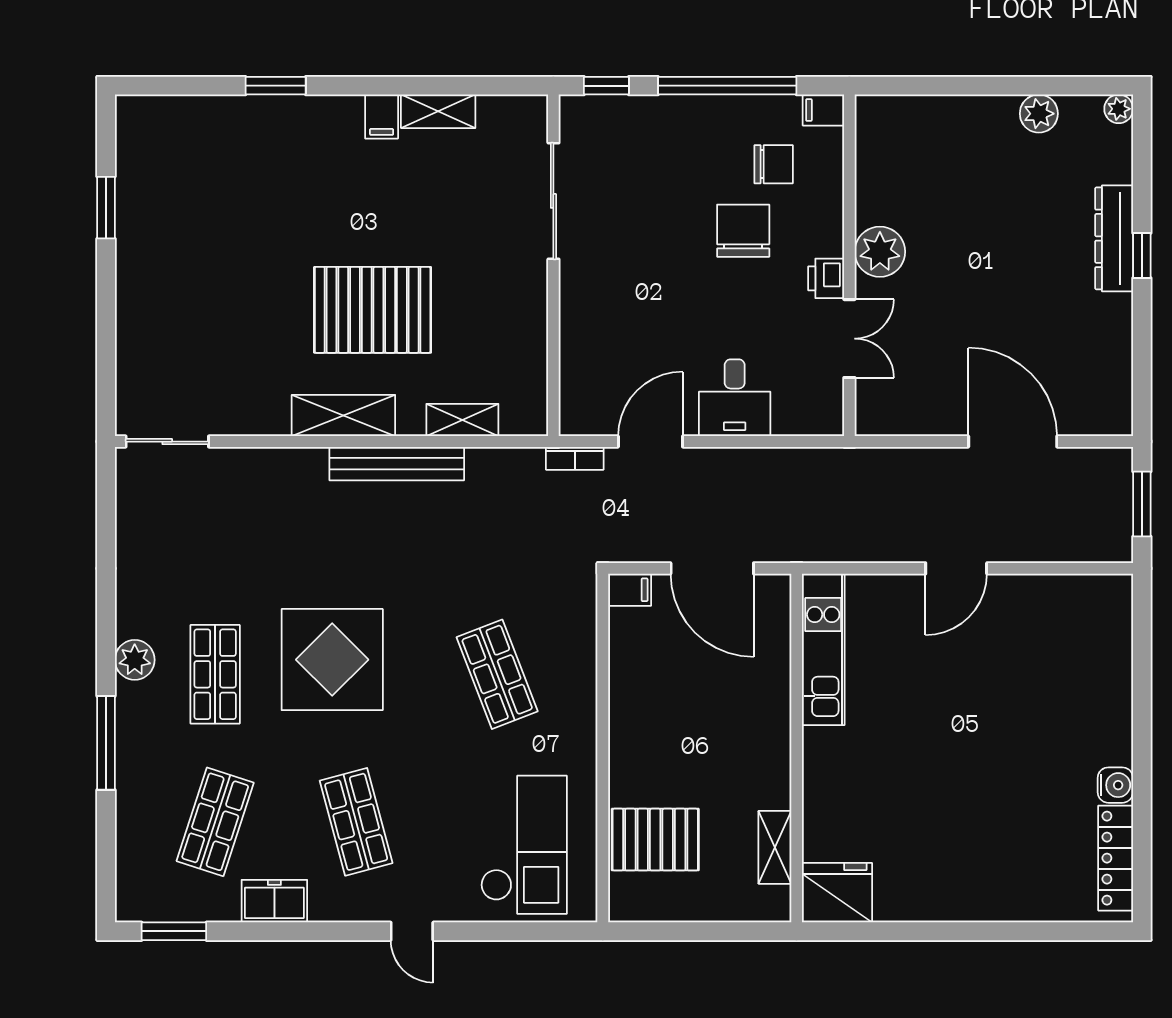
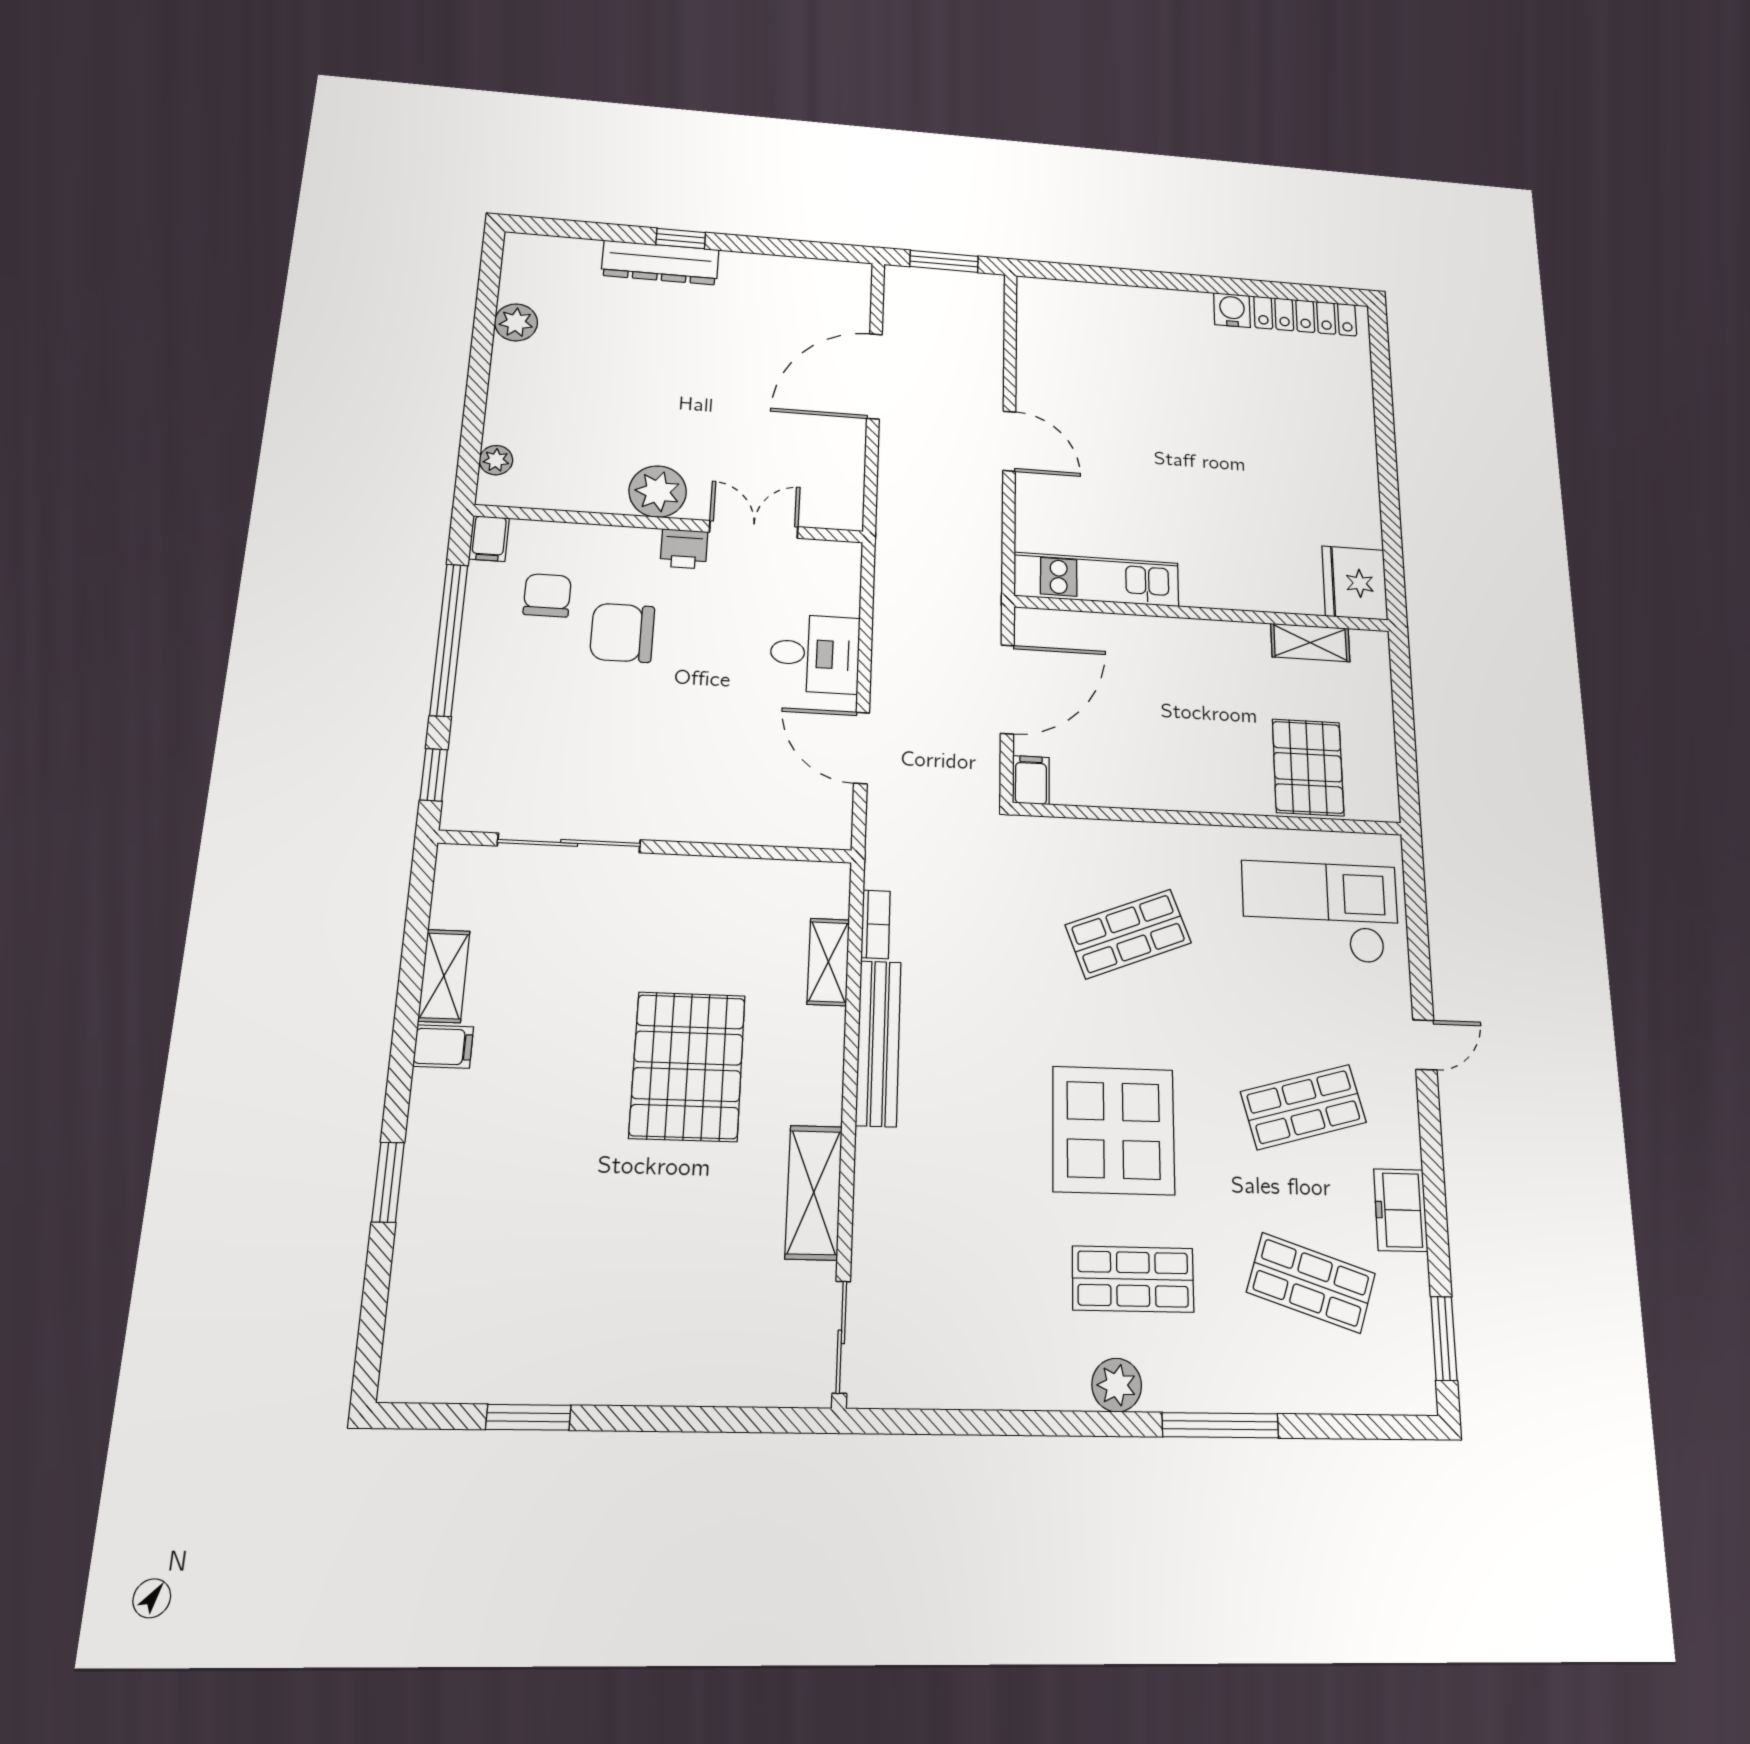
plant: (1119, 109) -> (496, 460), moved
shelving: (343, 416) -> (814, 1192), moved
bookcase: (575, 458) -> (876, 924), moved

